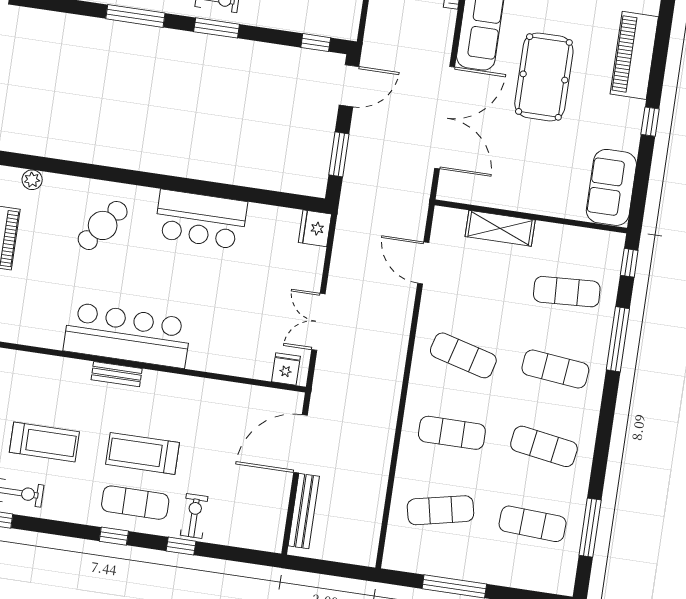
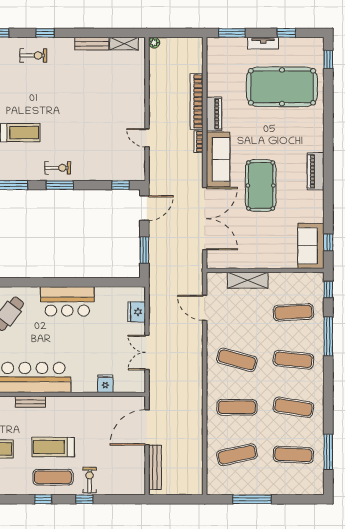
piano: (634, 55) -> (316, 171), width x0.73, depth x0.75
window: (650, 122) -> (328, 242), moved
fridge: (315, 228) -> (137, 312), moved
fridge: (286, 369) -> (105, 384), moved

